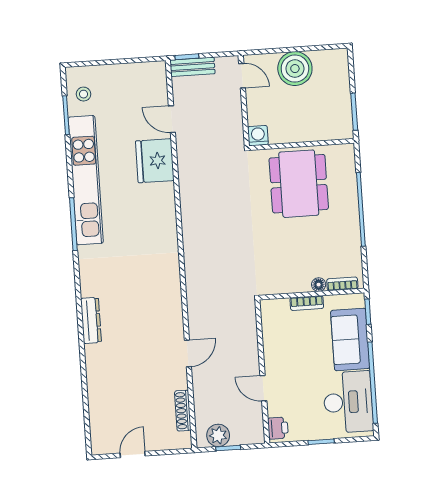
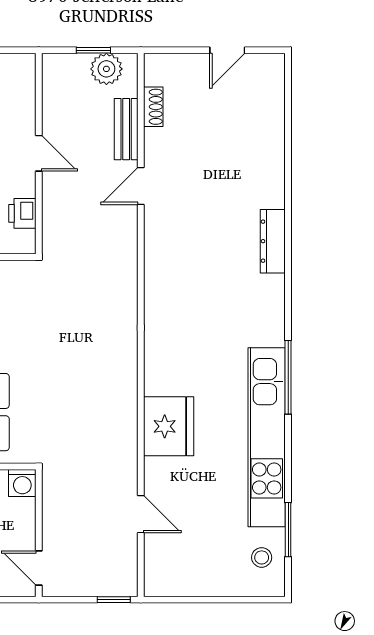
bench: (192, 67) -> (126, 129), moved, turned 90
fridge: (155, 161) -> (169, 426), moved
door: (263, 388) -> (39, 153), moved
shoe rack: (183, 411) -> (153, 107), width x0.70
printer: (278, 428) -> (22, 213), moved

